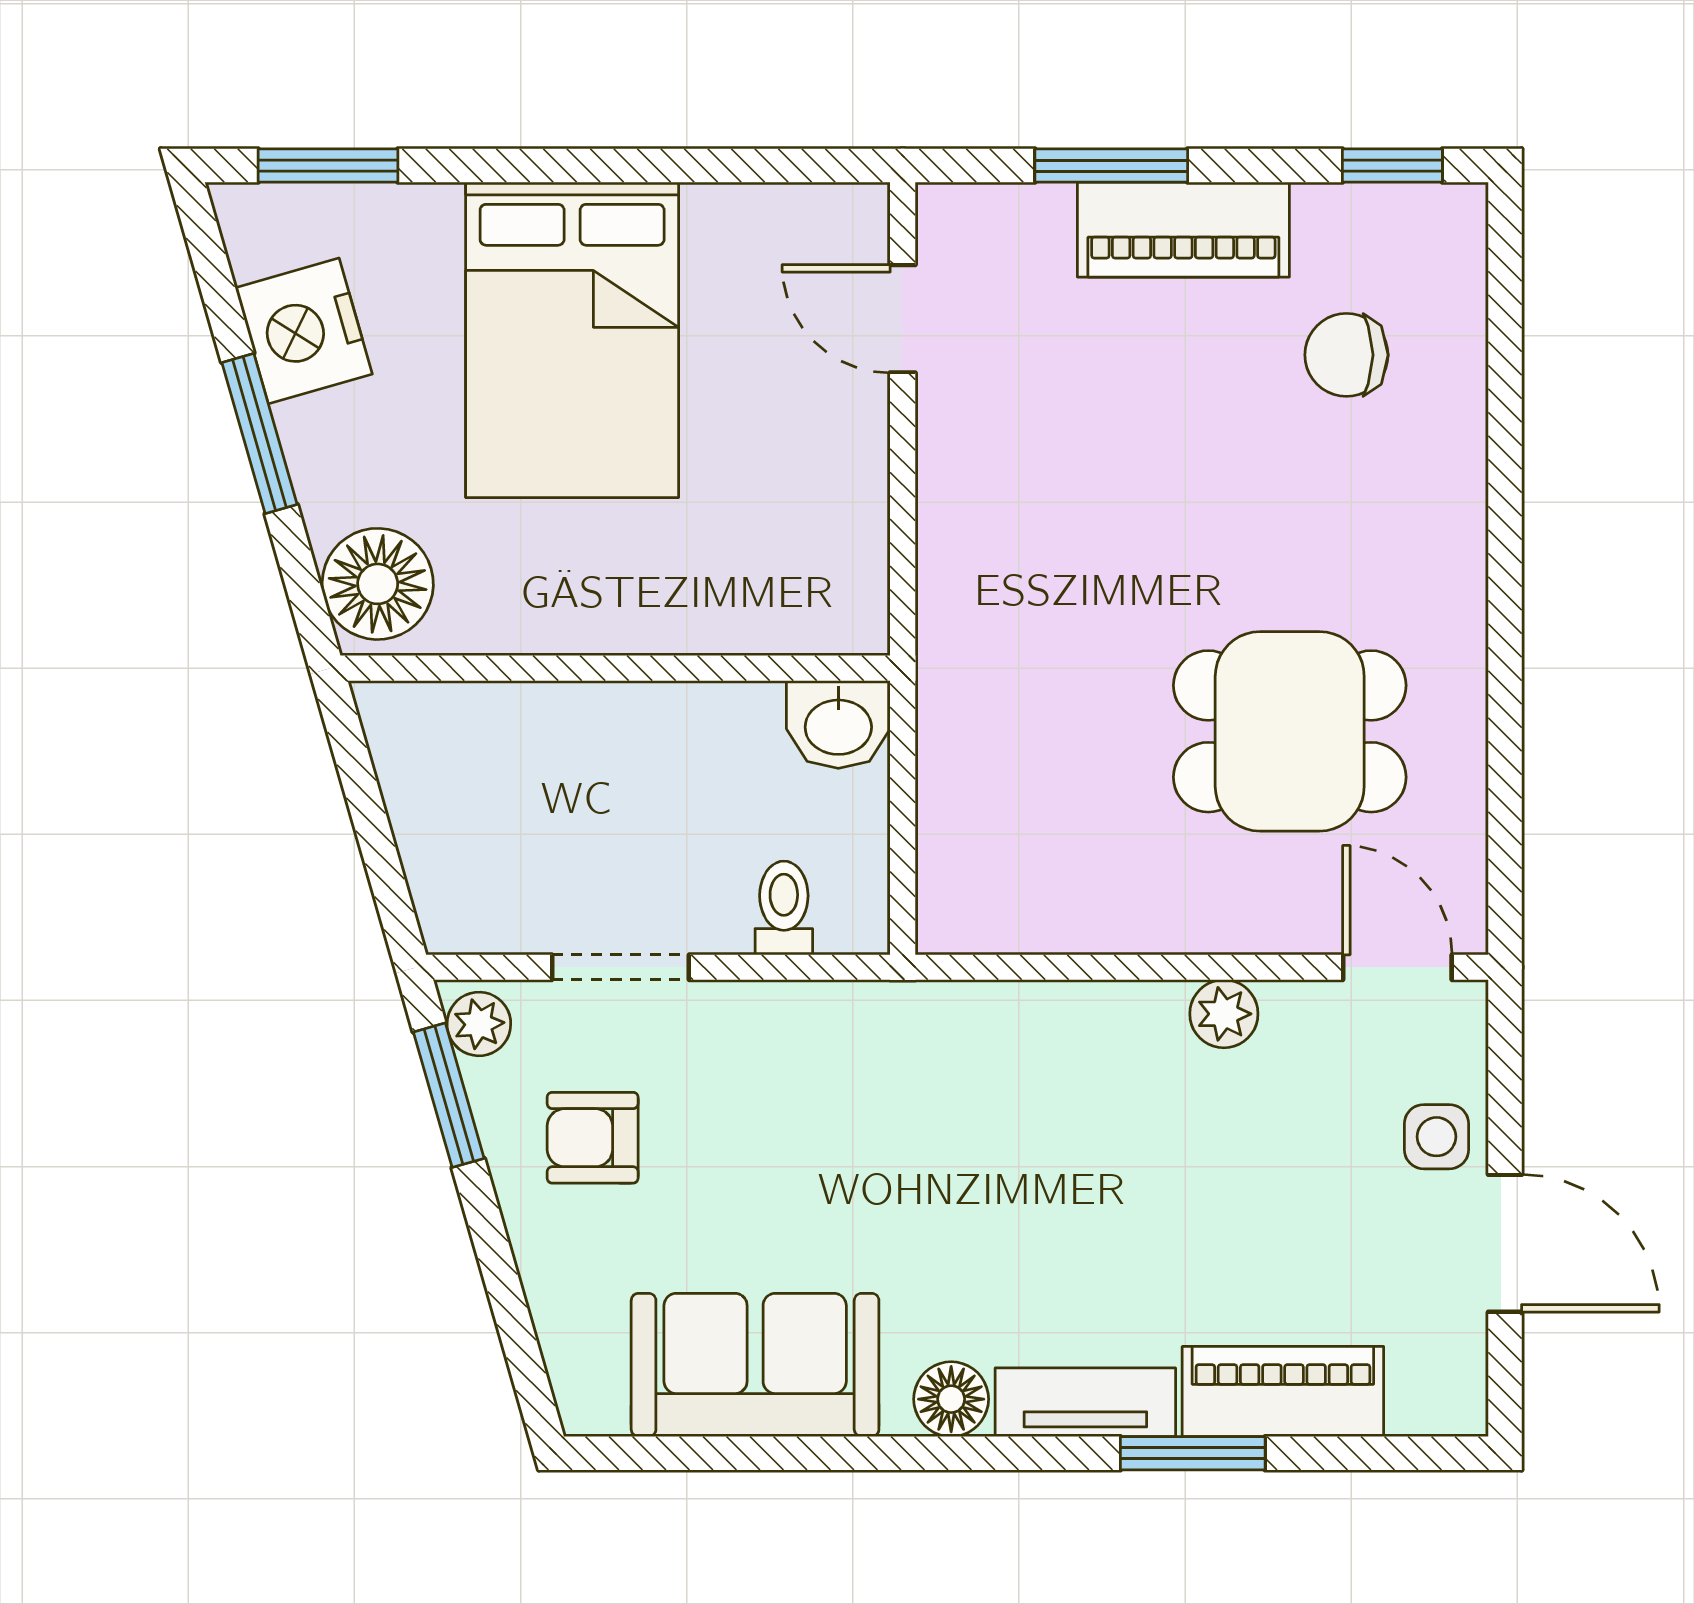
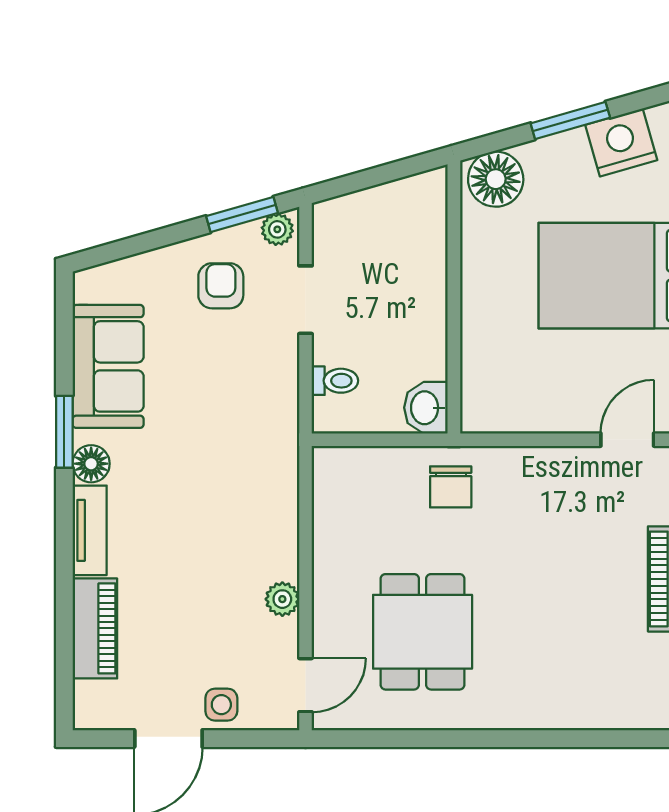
chair: (1346, 355) -> (451, 487), moved, turned 180
window: (1193, 1453) -> (64, 432), moved

